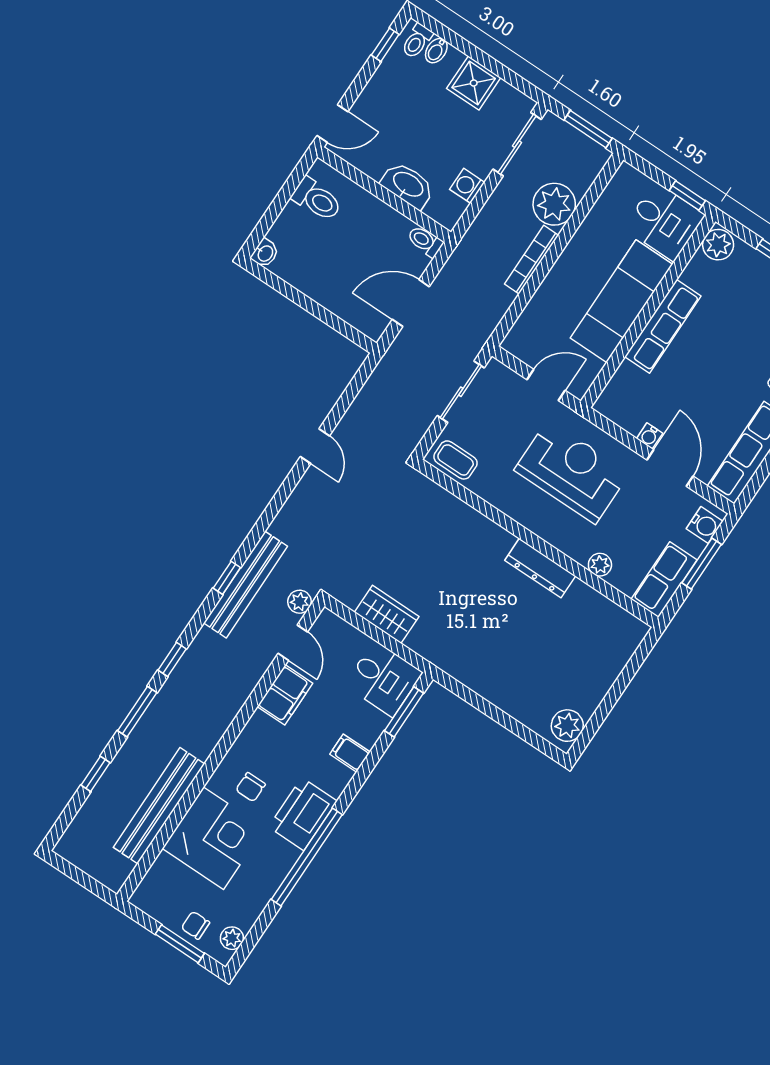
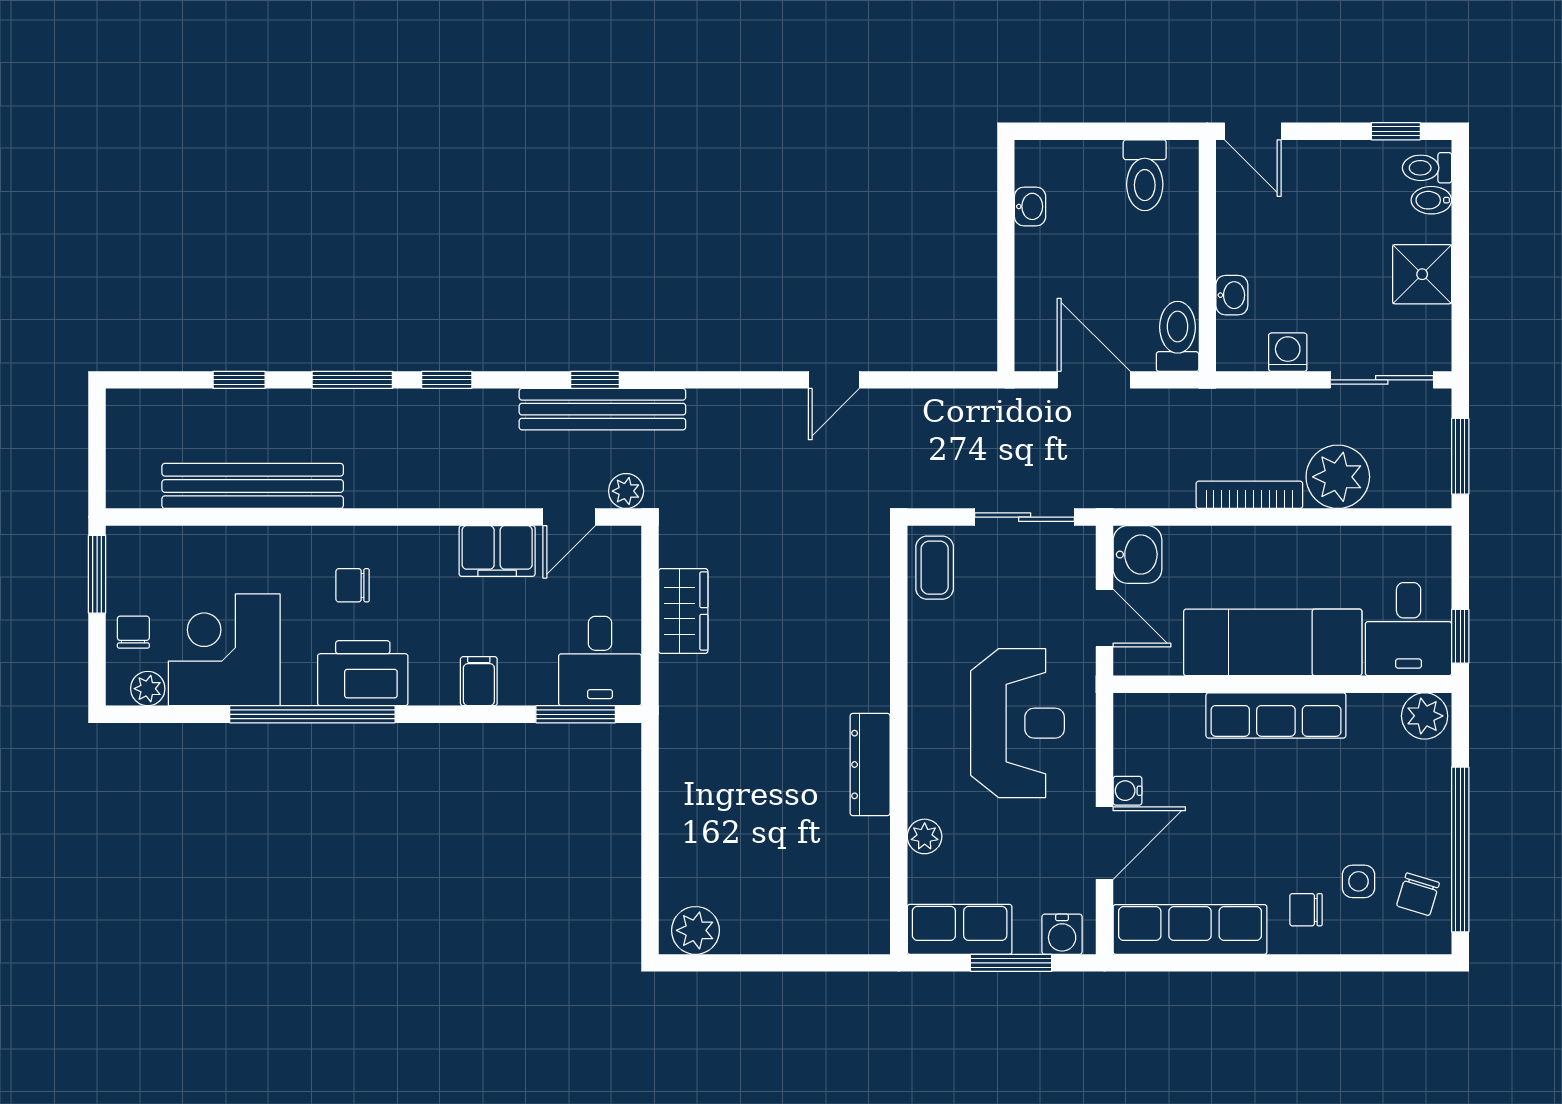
washbasin: (408, 185) -> (1232, 295), width x0.52, depth x0.69
toilet: (425, 241) -> (1178, 336), width x1.37, depth x1.39
washbasin: (265, 253) -> (1030, 206), moved, turned -90
washbasin: (523, 343) -> (1137, 555), added
corner desk: (213, 838) -> (224, 650), moved, turned 180
window: (180, 944) -> (97, 574), moved

